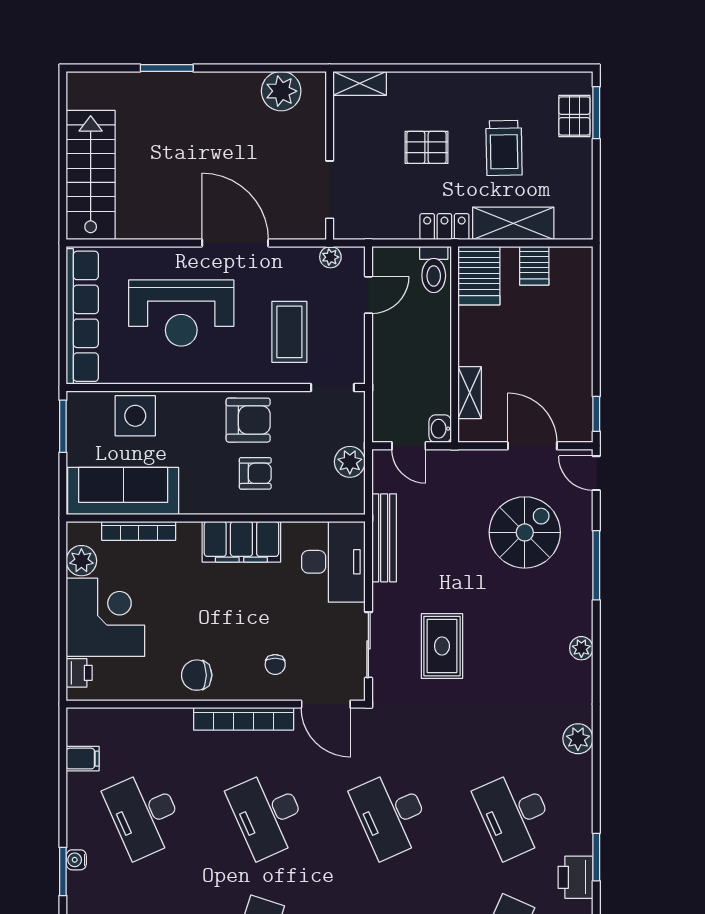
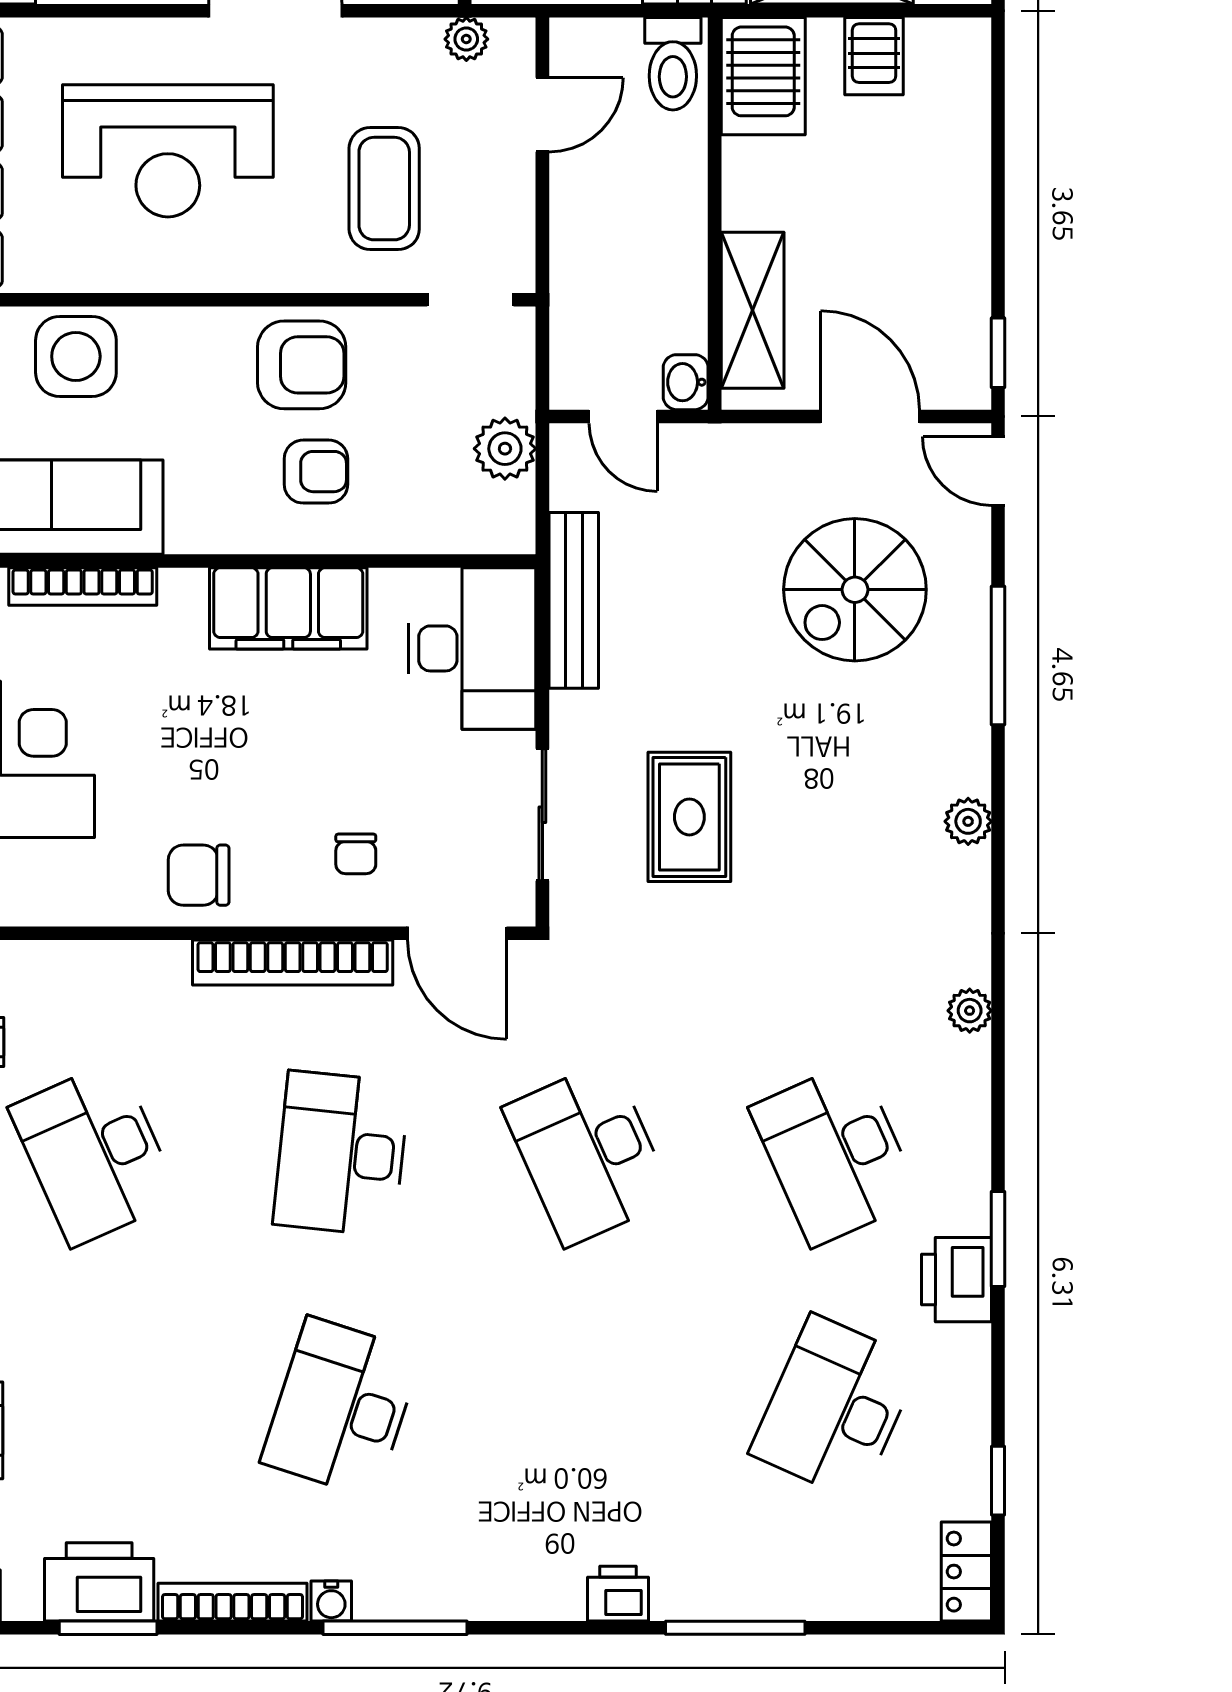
shelving: (470, 393) -> (753, 310), width x1.50, depth x1.33
spiral stairs: (525, 532) -> (855, 590), turned 180
plant: (578, 739) -> (970, 1011), width x0.73, depth x0.73
desk: (268, 814) -> (341, 1154), turned 30

